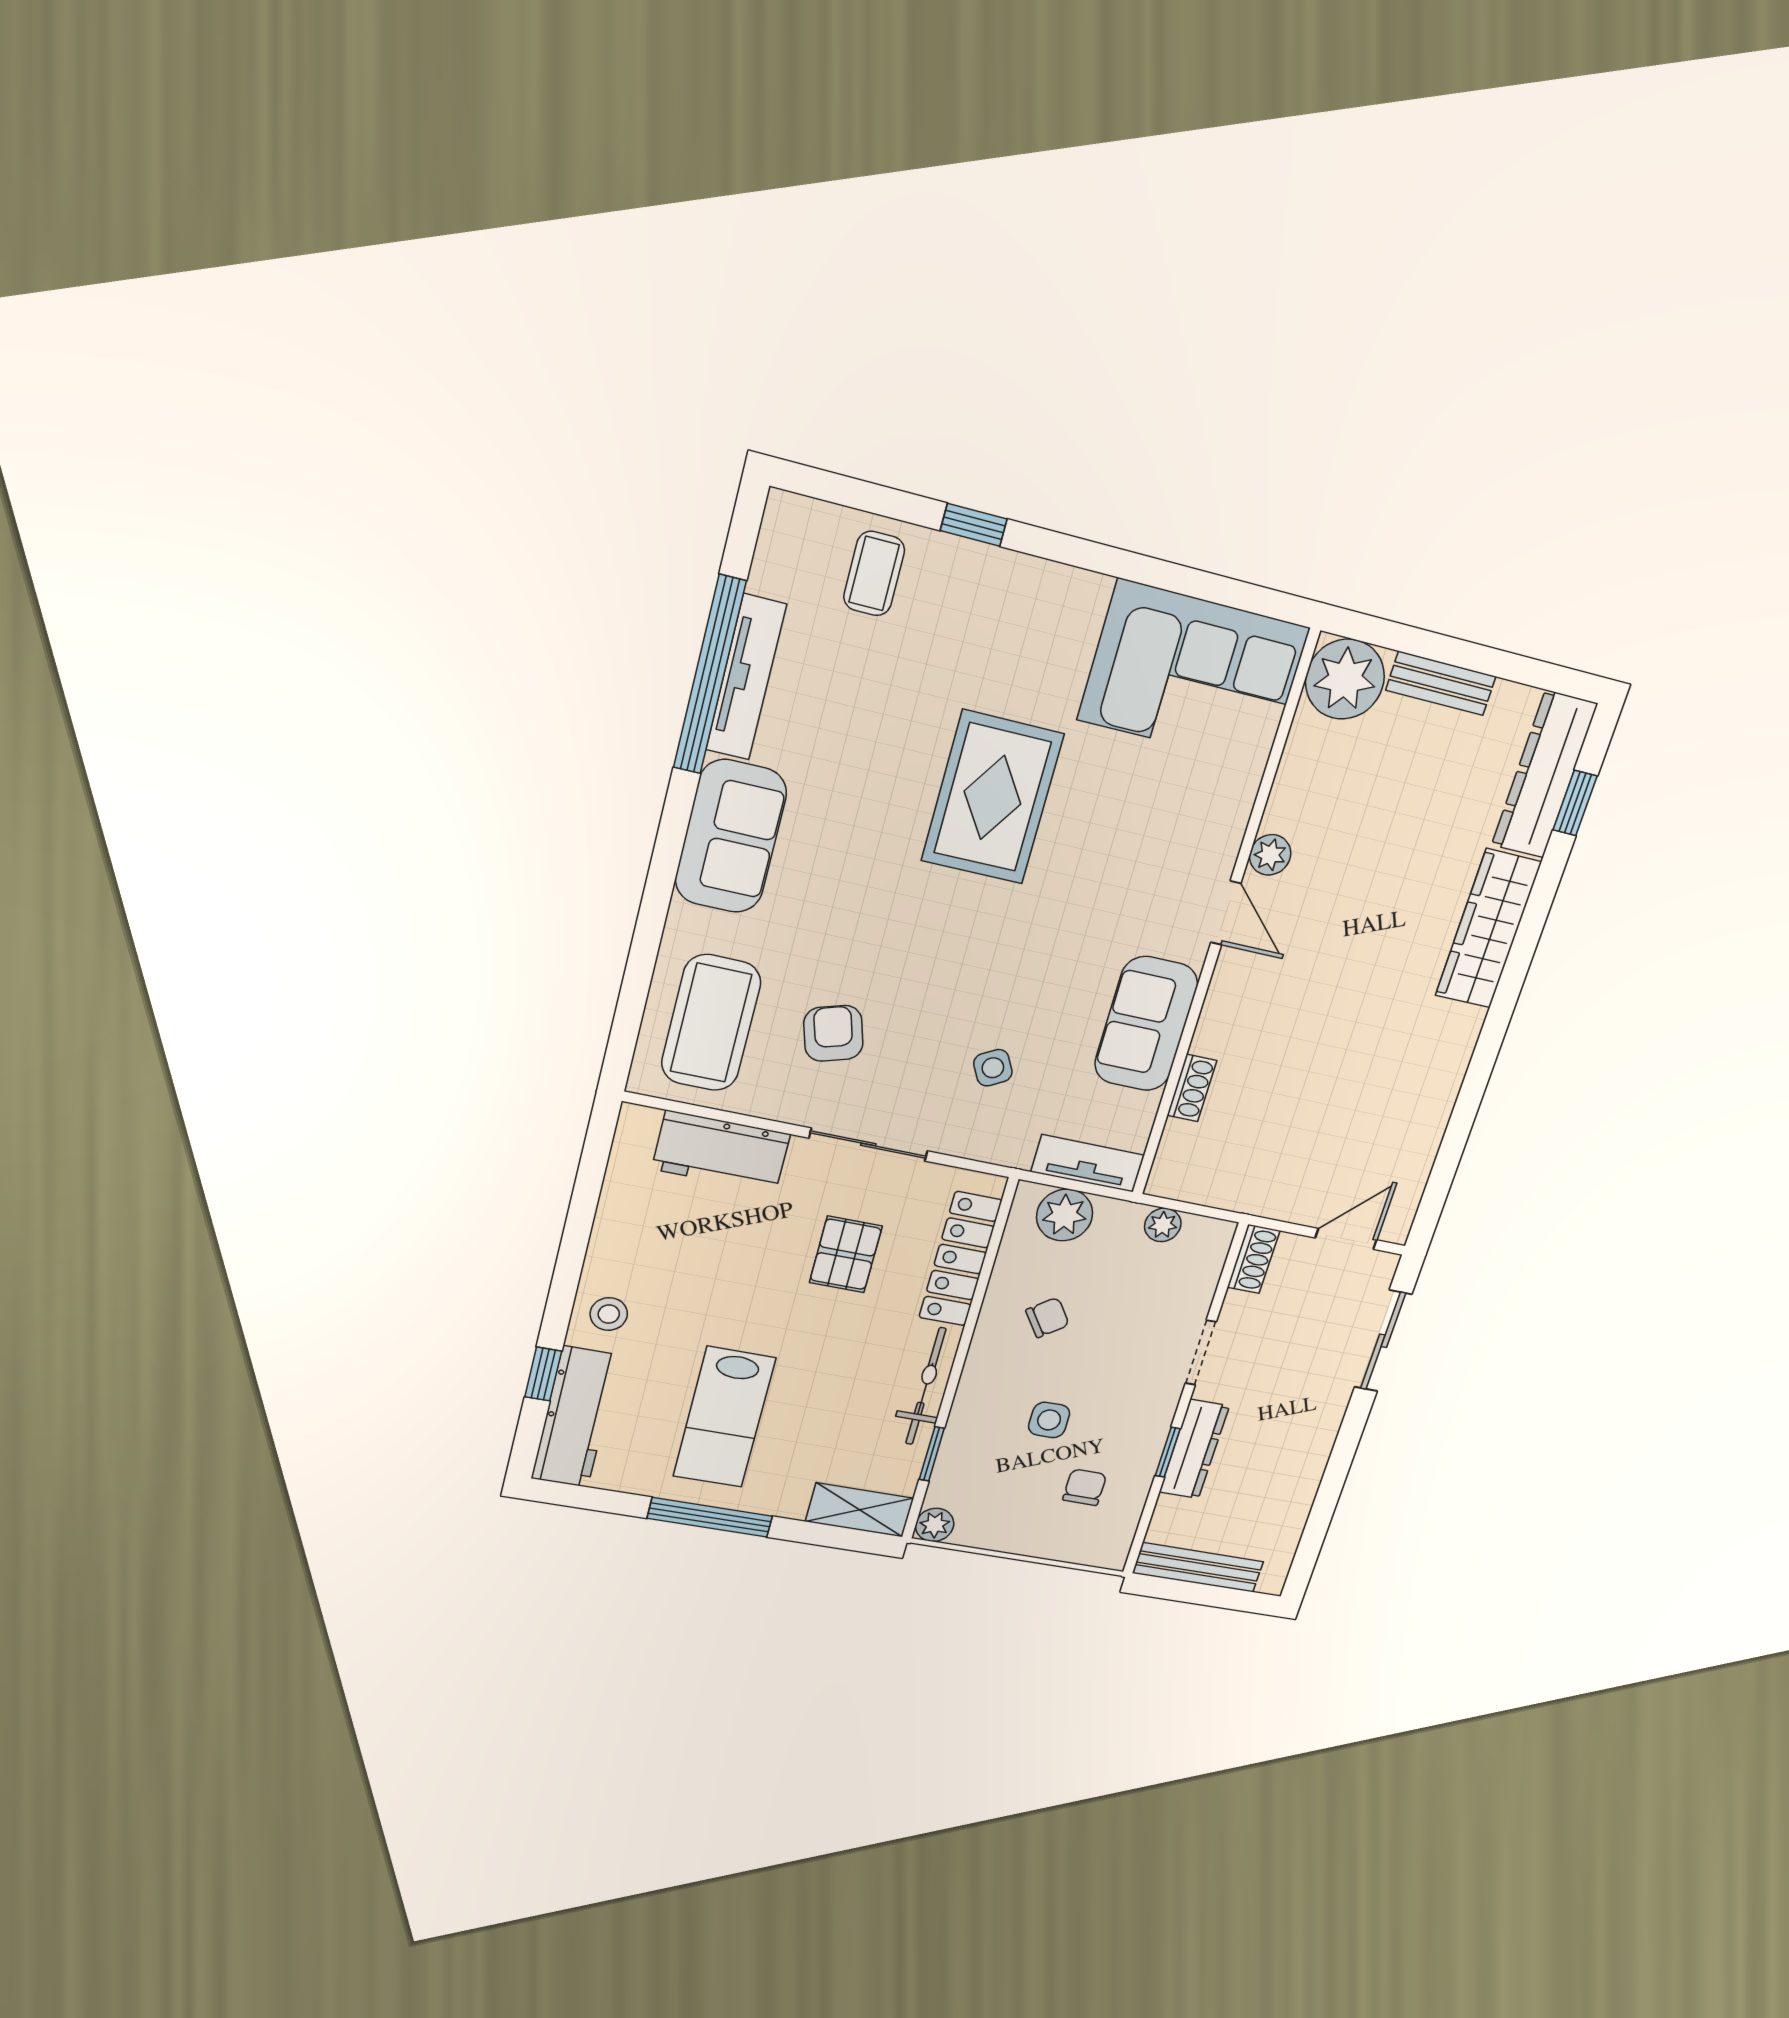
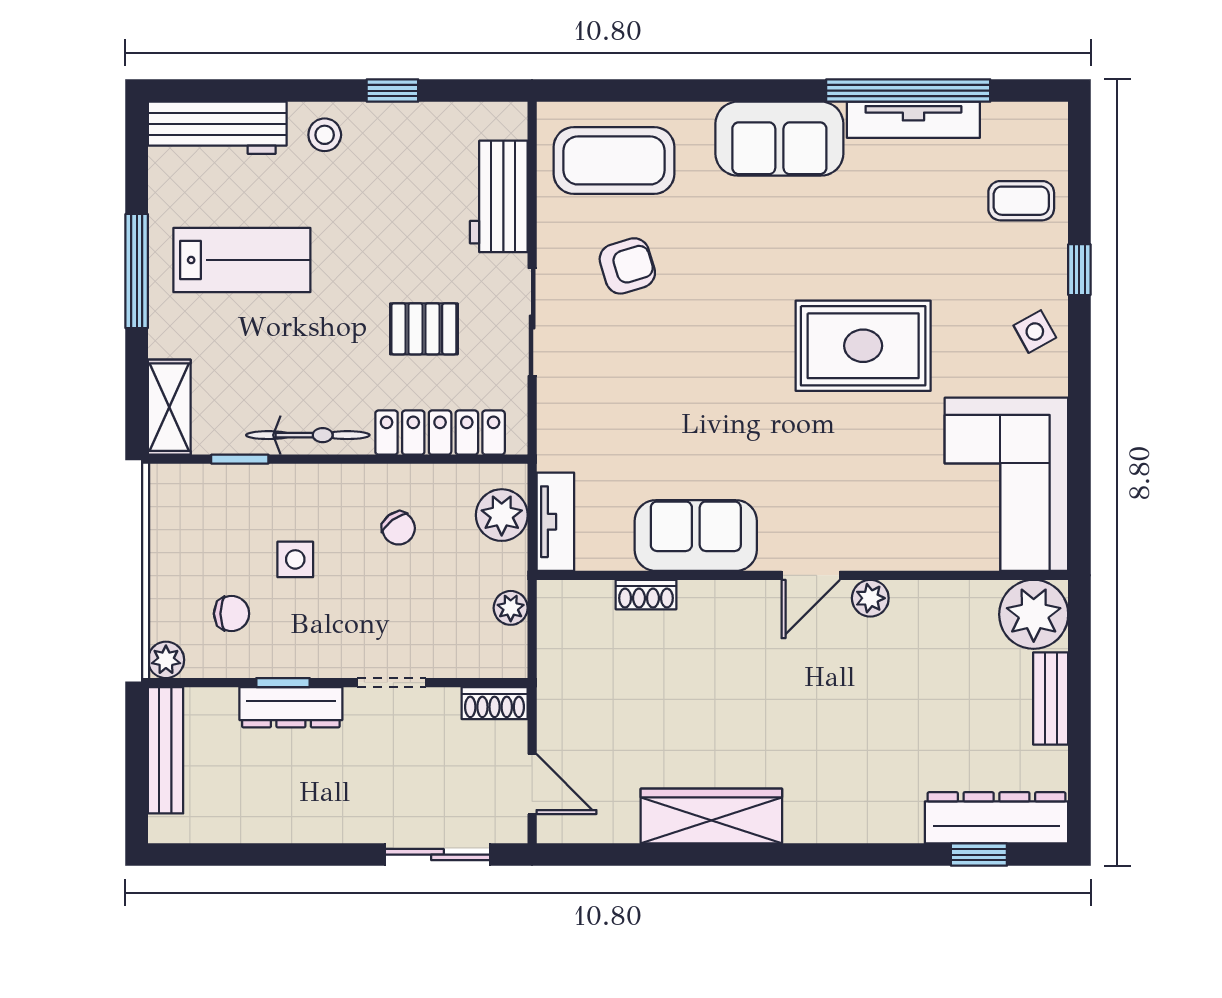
wardrobe: (1488, 929) -> (711, 816), moved
side table: (993, 1068) -> (1035, 332), moved
window: (543, 1374) -> (392, 91), moved
lab bench: (724, 1417) -> (242, 260), turned 180
plant: (935, 1525) -> (166, 660), moved

